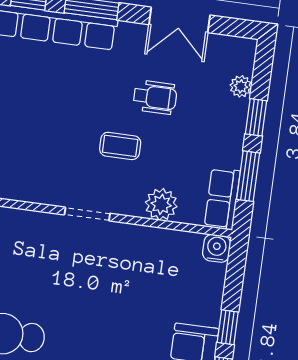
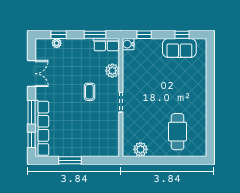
wheelchair: (155, 97) -> (66, 80), removed
window: (256, 117) -> (59, 35), moved
window: (228, 327) -> (144, 35), moved

